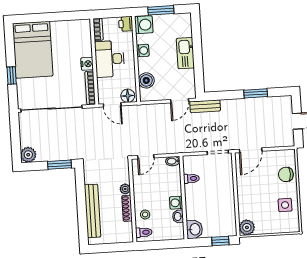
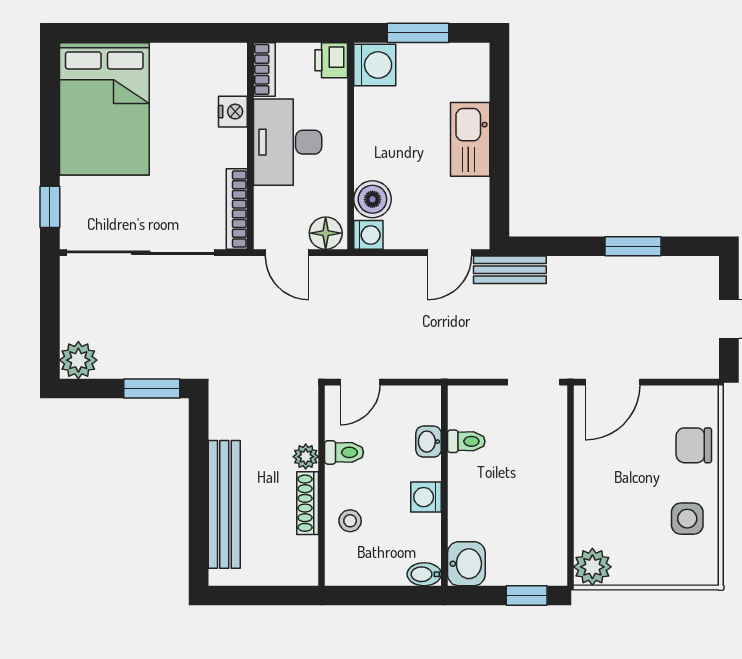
washing machine: (143, 51) -> (368, 235), moved
nightstand: (87, 64) -> (233, 112), moved
window: (12, 76) -> (50, 207), moved
bidet: (173, 161) -> (424, 574), moved
washbasin: (178, 216) -> (429, 442), moved
toilet: (144, 232) -> (344, 452), moved

